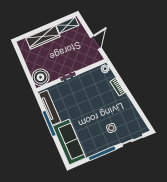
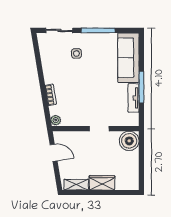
wardrobe: (43, 37) -> (102, 183), width x0.67
door: (96, 42) -> (54, 153), swing flipped
tv unit: (50, 108) -> (133, 98), width x0.71

